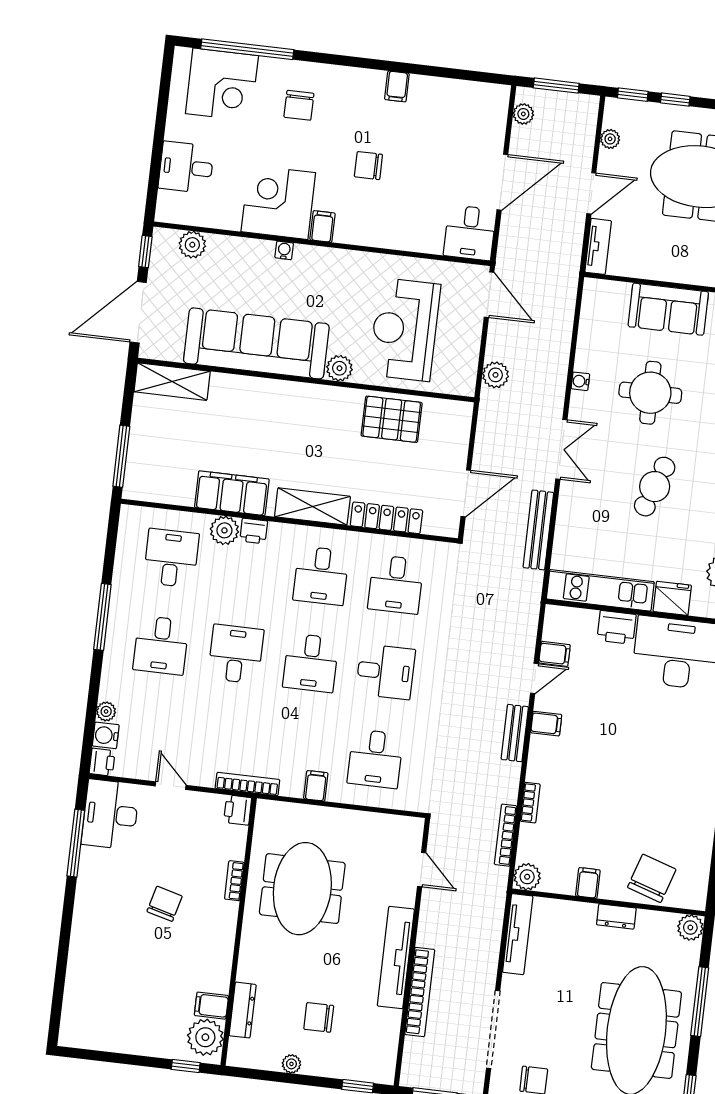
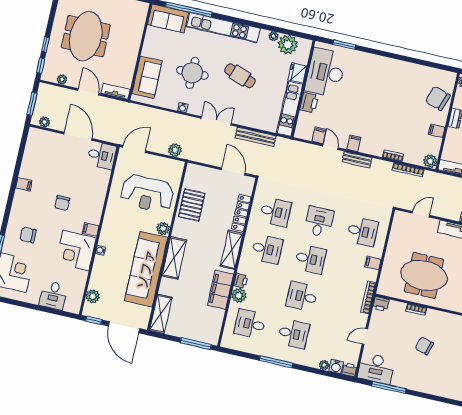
chair: (299, 105) -> (28, 235), turned 180
sofa: (668, 309) -> (147, 77), moved
shelving: (284, 396) -> (174, 258), added

